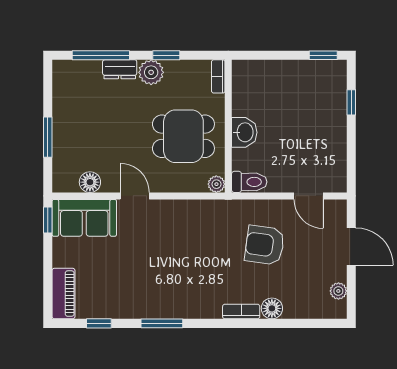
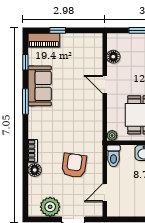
door: (135, 196) -> (105, 85), swing flipped
sofa: (84, 218) -> (40, 86), moved, turned 180
window: (48, 220) -> (58, 30), moved
plant: (338, 291) -> (50, 207), width x1.87, depth x1.87

